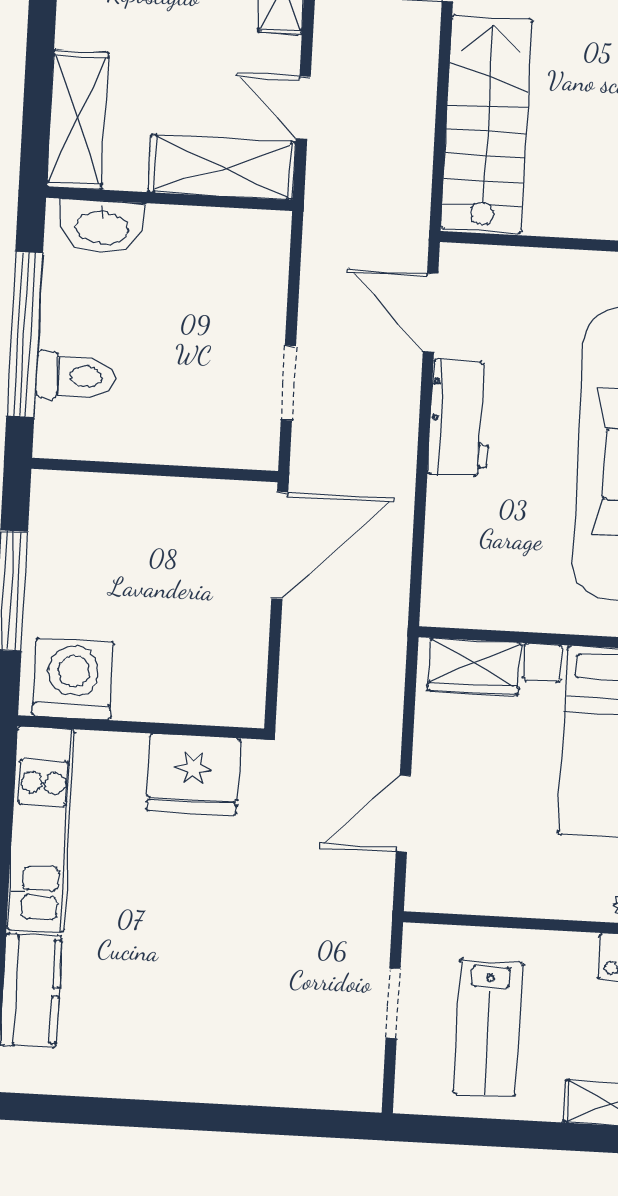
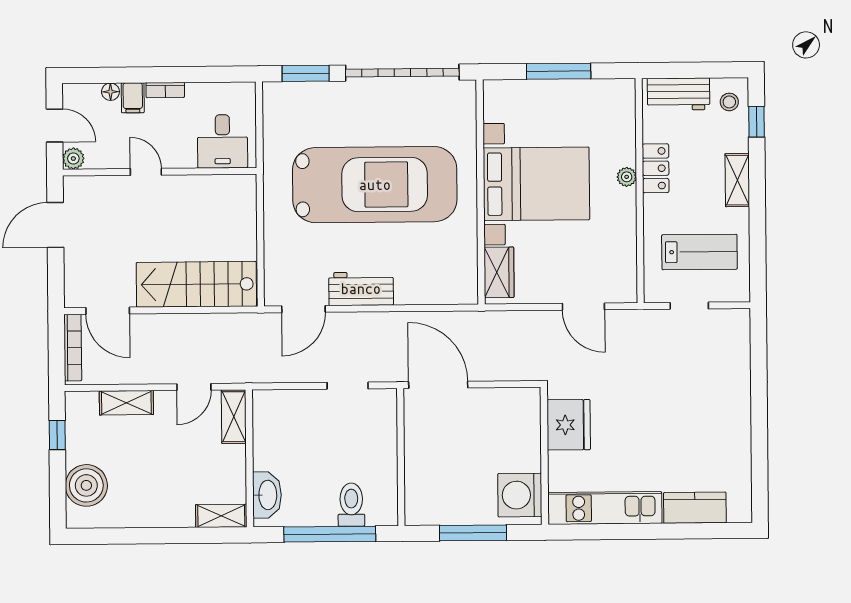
shelving: (78, 120) -> (221, 516), width x0.67, depth x0.75
shelving: (222, 167) -> (234, 417), width x0.67, depth x0.75

